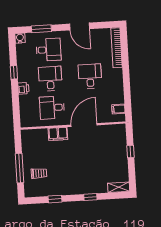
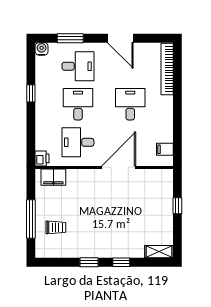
printer: (23, 88) -> (42, 158), moved
filing cabinet: (58, 134) -> (53, 177), moved
window: (55, 199) -> (89, 262), moved

